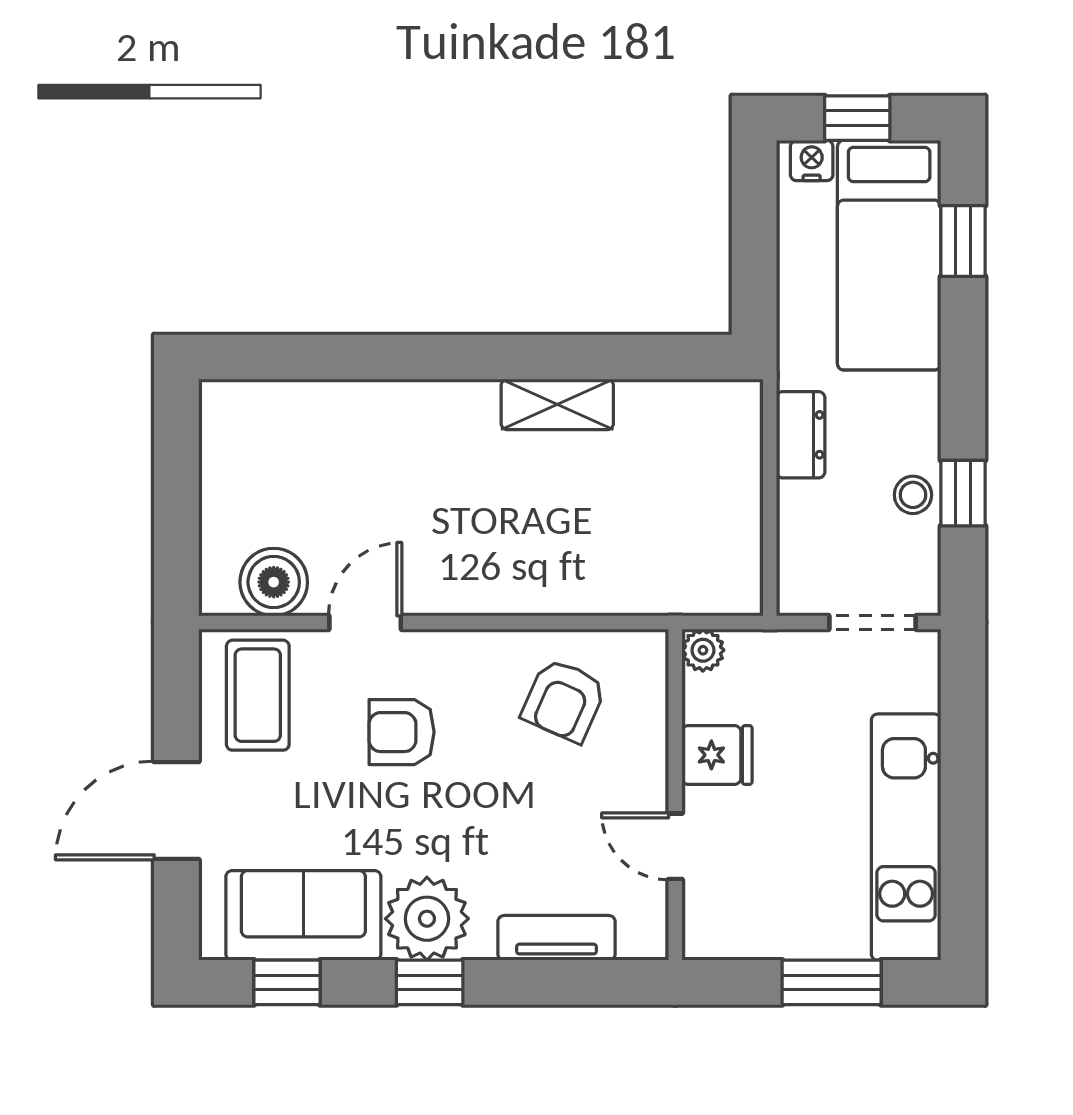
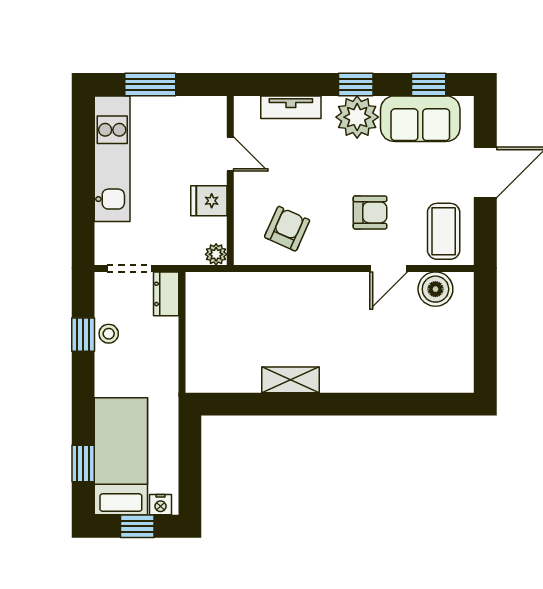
dresser: (801, 435) -> (166, 294), moved

